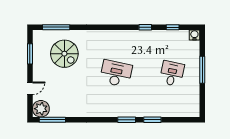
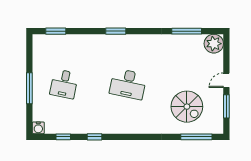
spiral stairs: (64, 54) -> (187, 107), turned 180
door: (30, 88) -> (226, 80), moved
window: (52, 120) -> (187, 31), moved
window: (152, 120) -> (56, 31), moved

